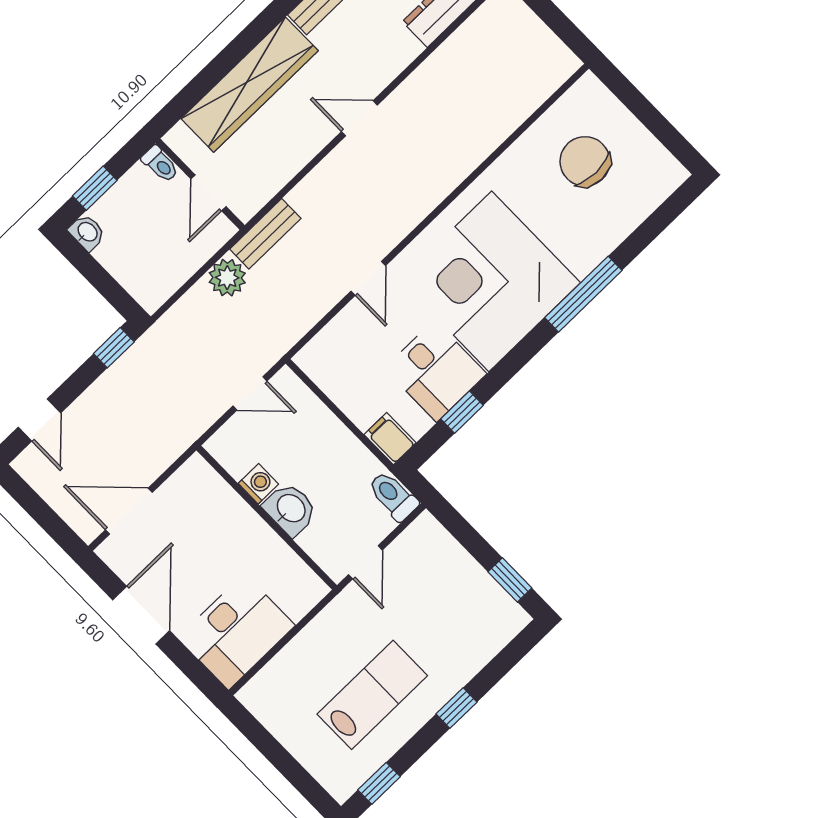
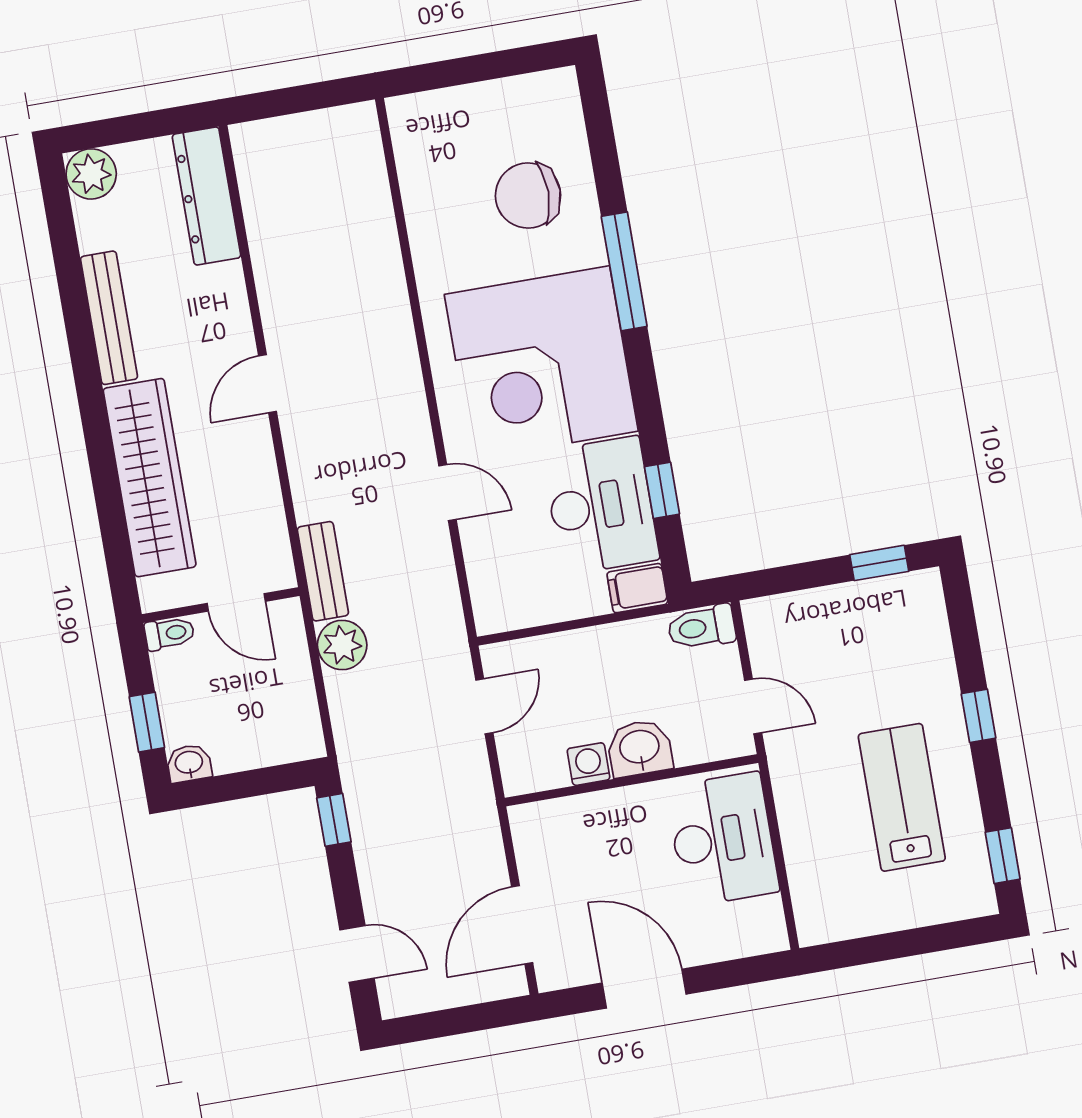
chair: (585, 161) -> (528, 196), moved
desk: (435, 371) -> (601, 506), width x1.37
desk: (237, 632) -> (723, 839), moved

